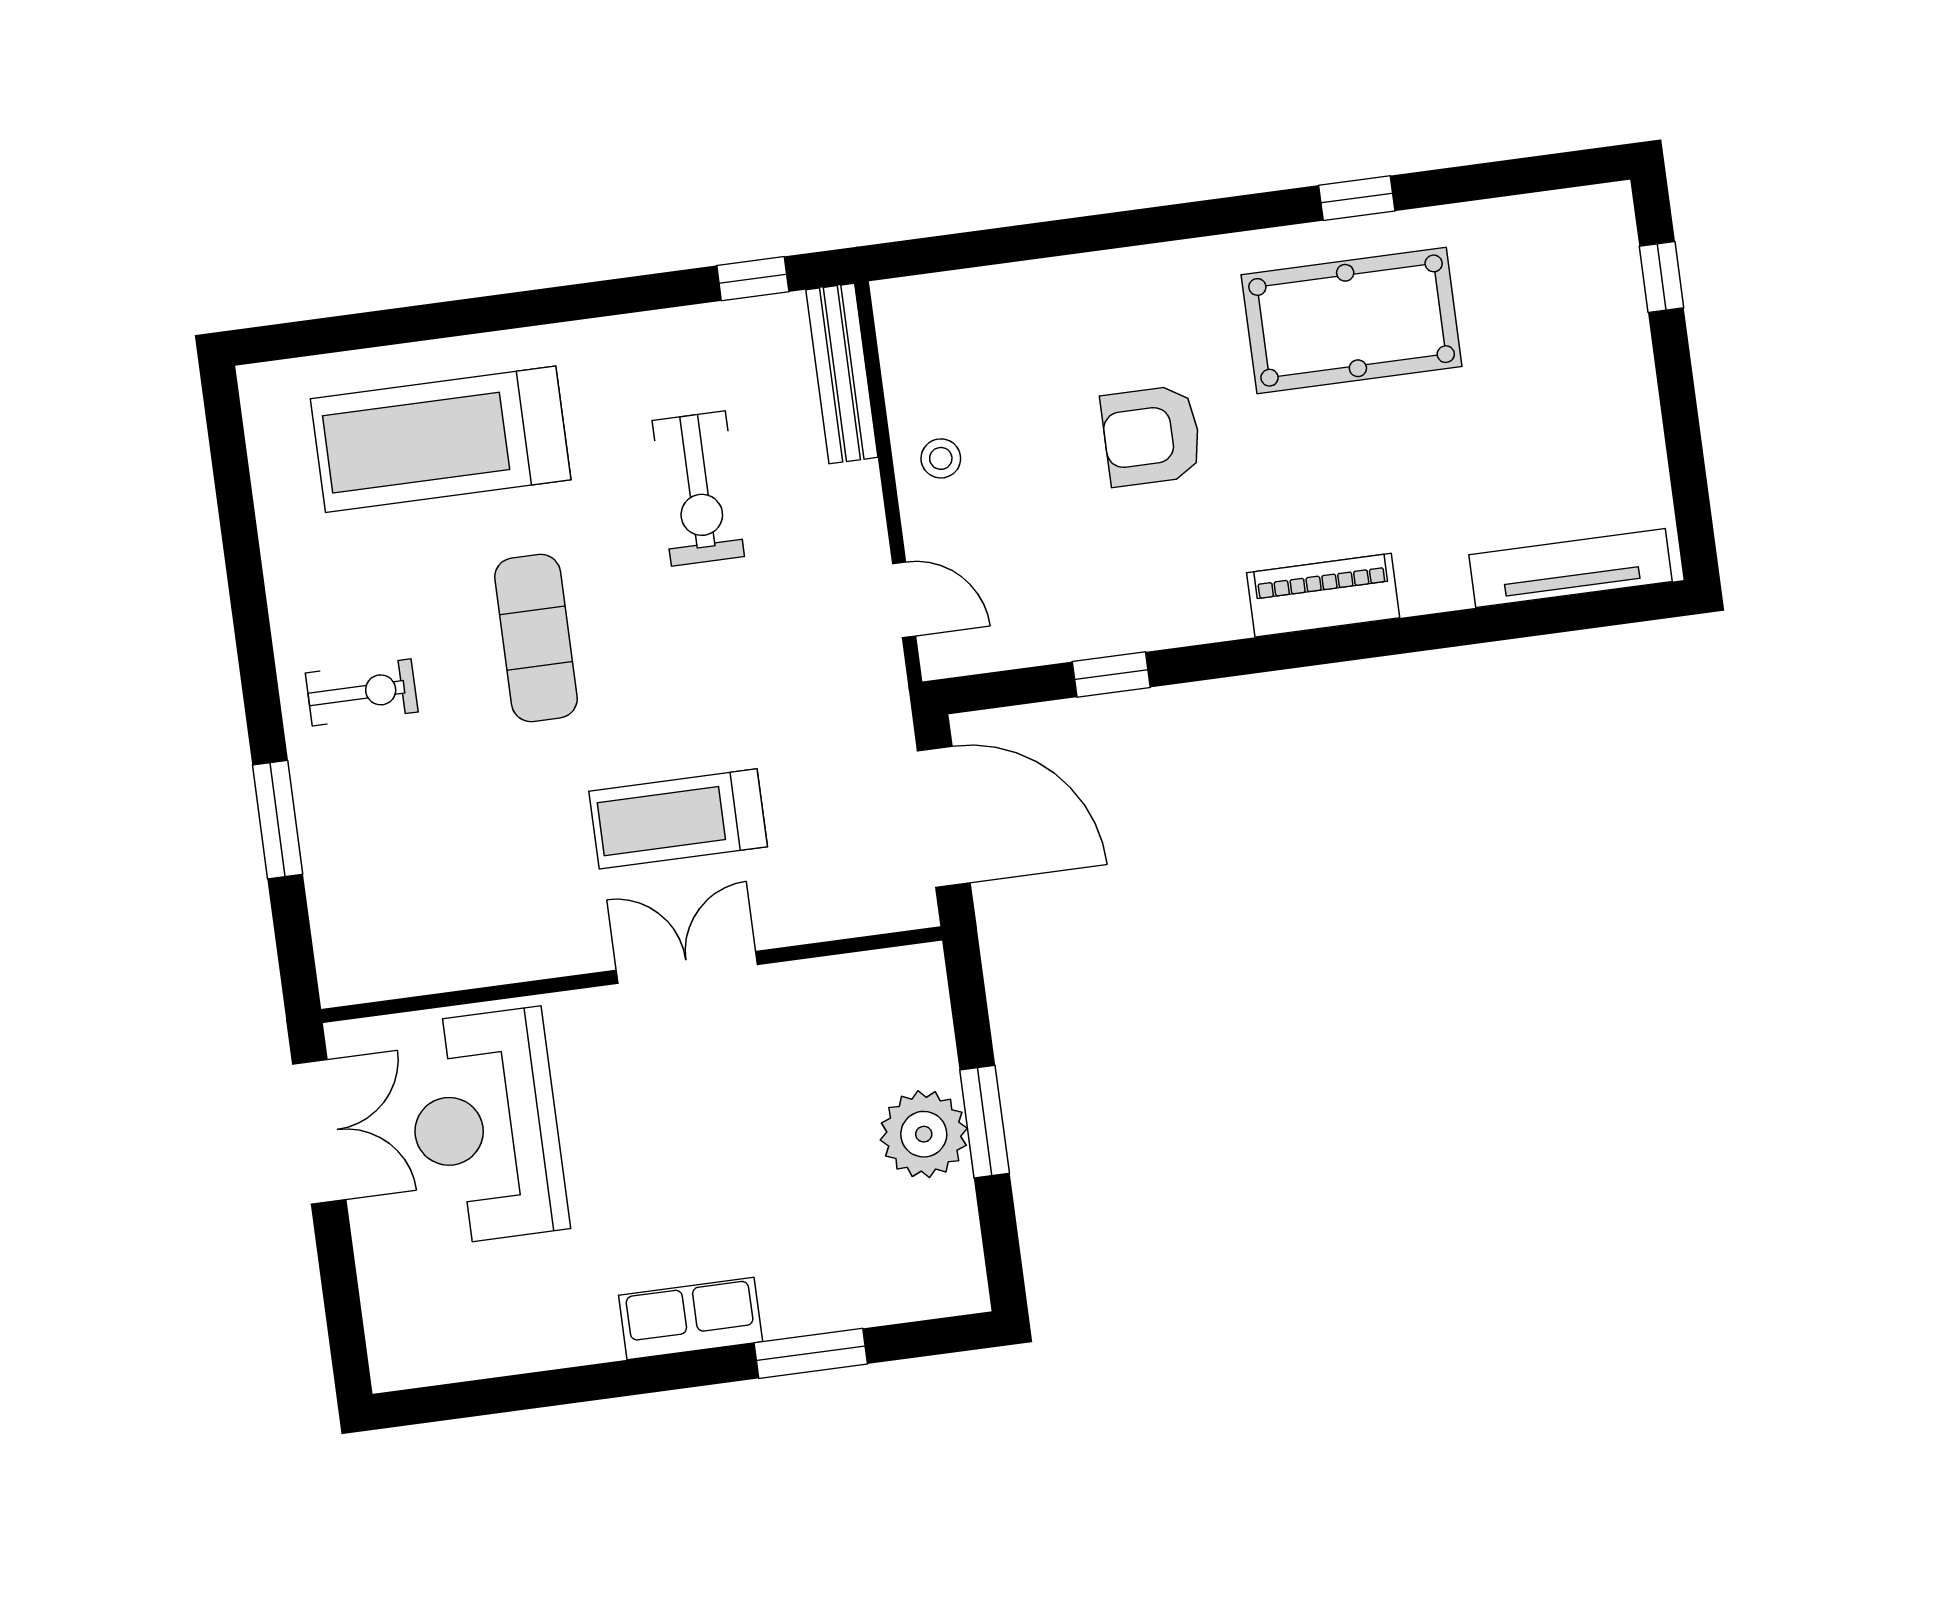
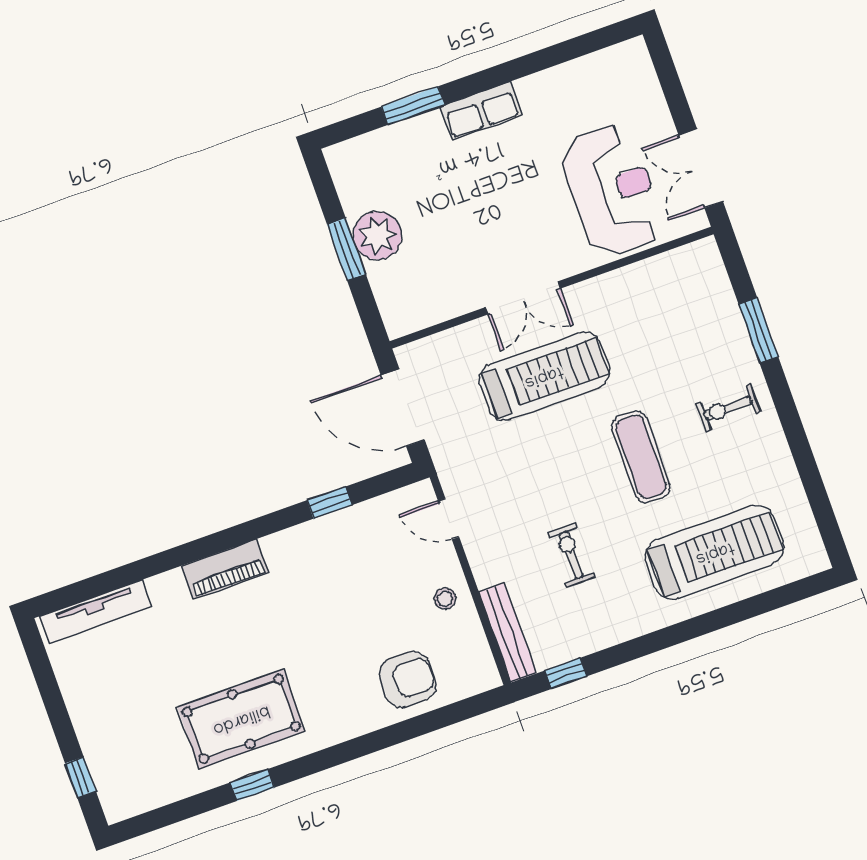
armchair: (1151, 436) -> (408, 680), moved
exercise bike: (698, 489) -> (571, 555), width x0.73, depth x0.72
treadmill: (678, 819) -> (544, 376), width x1.37, depth x1.38

